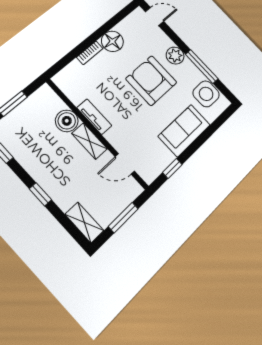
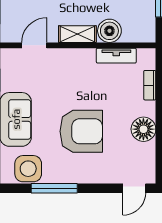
bookcase: (90, 53) -> (150, 85), moved
plant: (175, 56) -> (84, 173), removed
tv unit: (94, 117) -> (116, 56), moved

